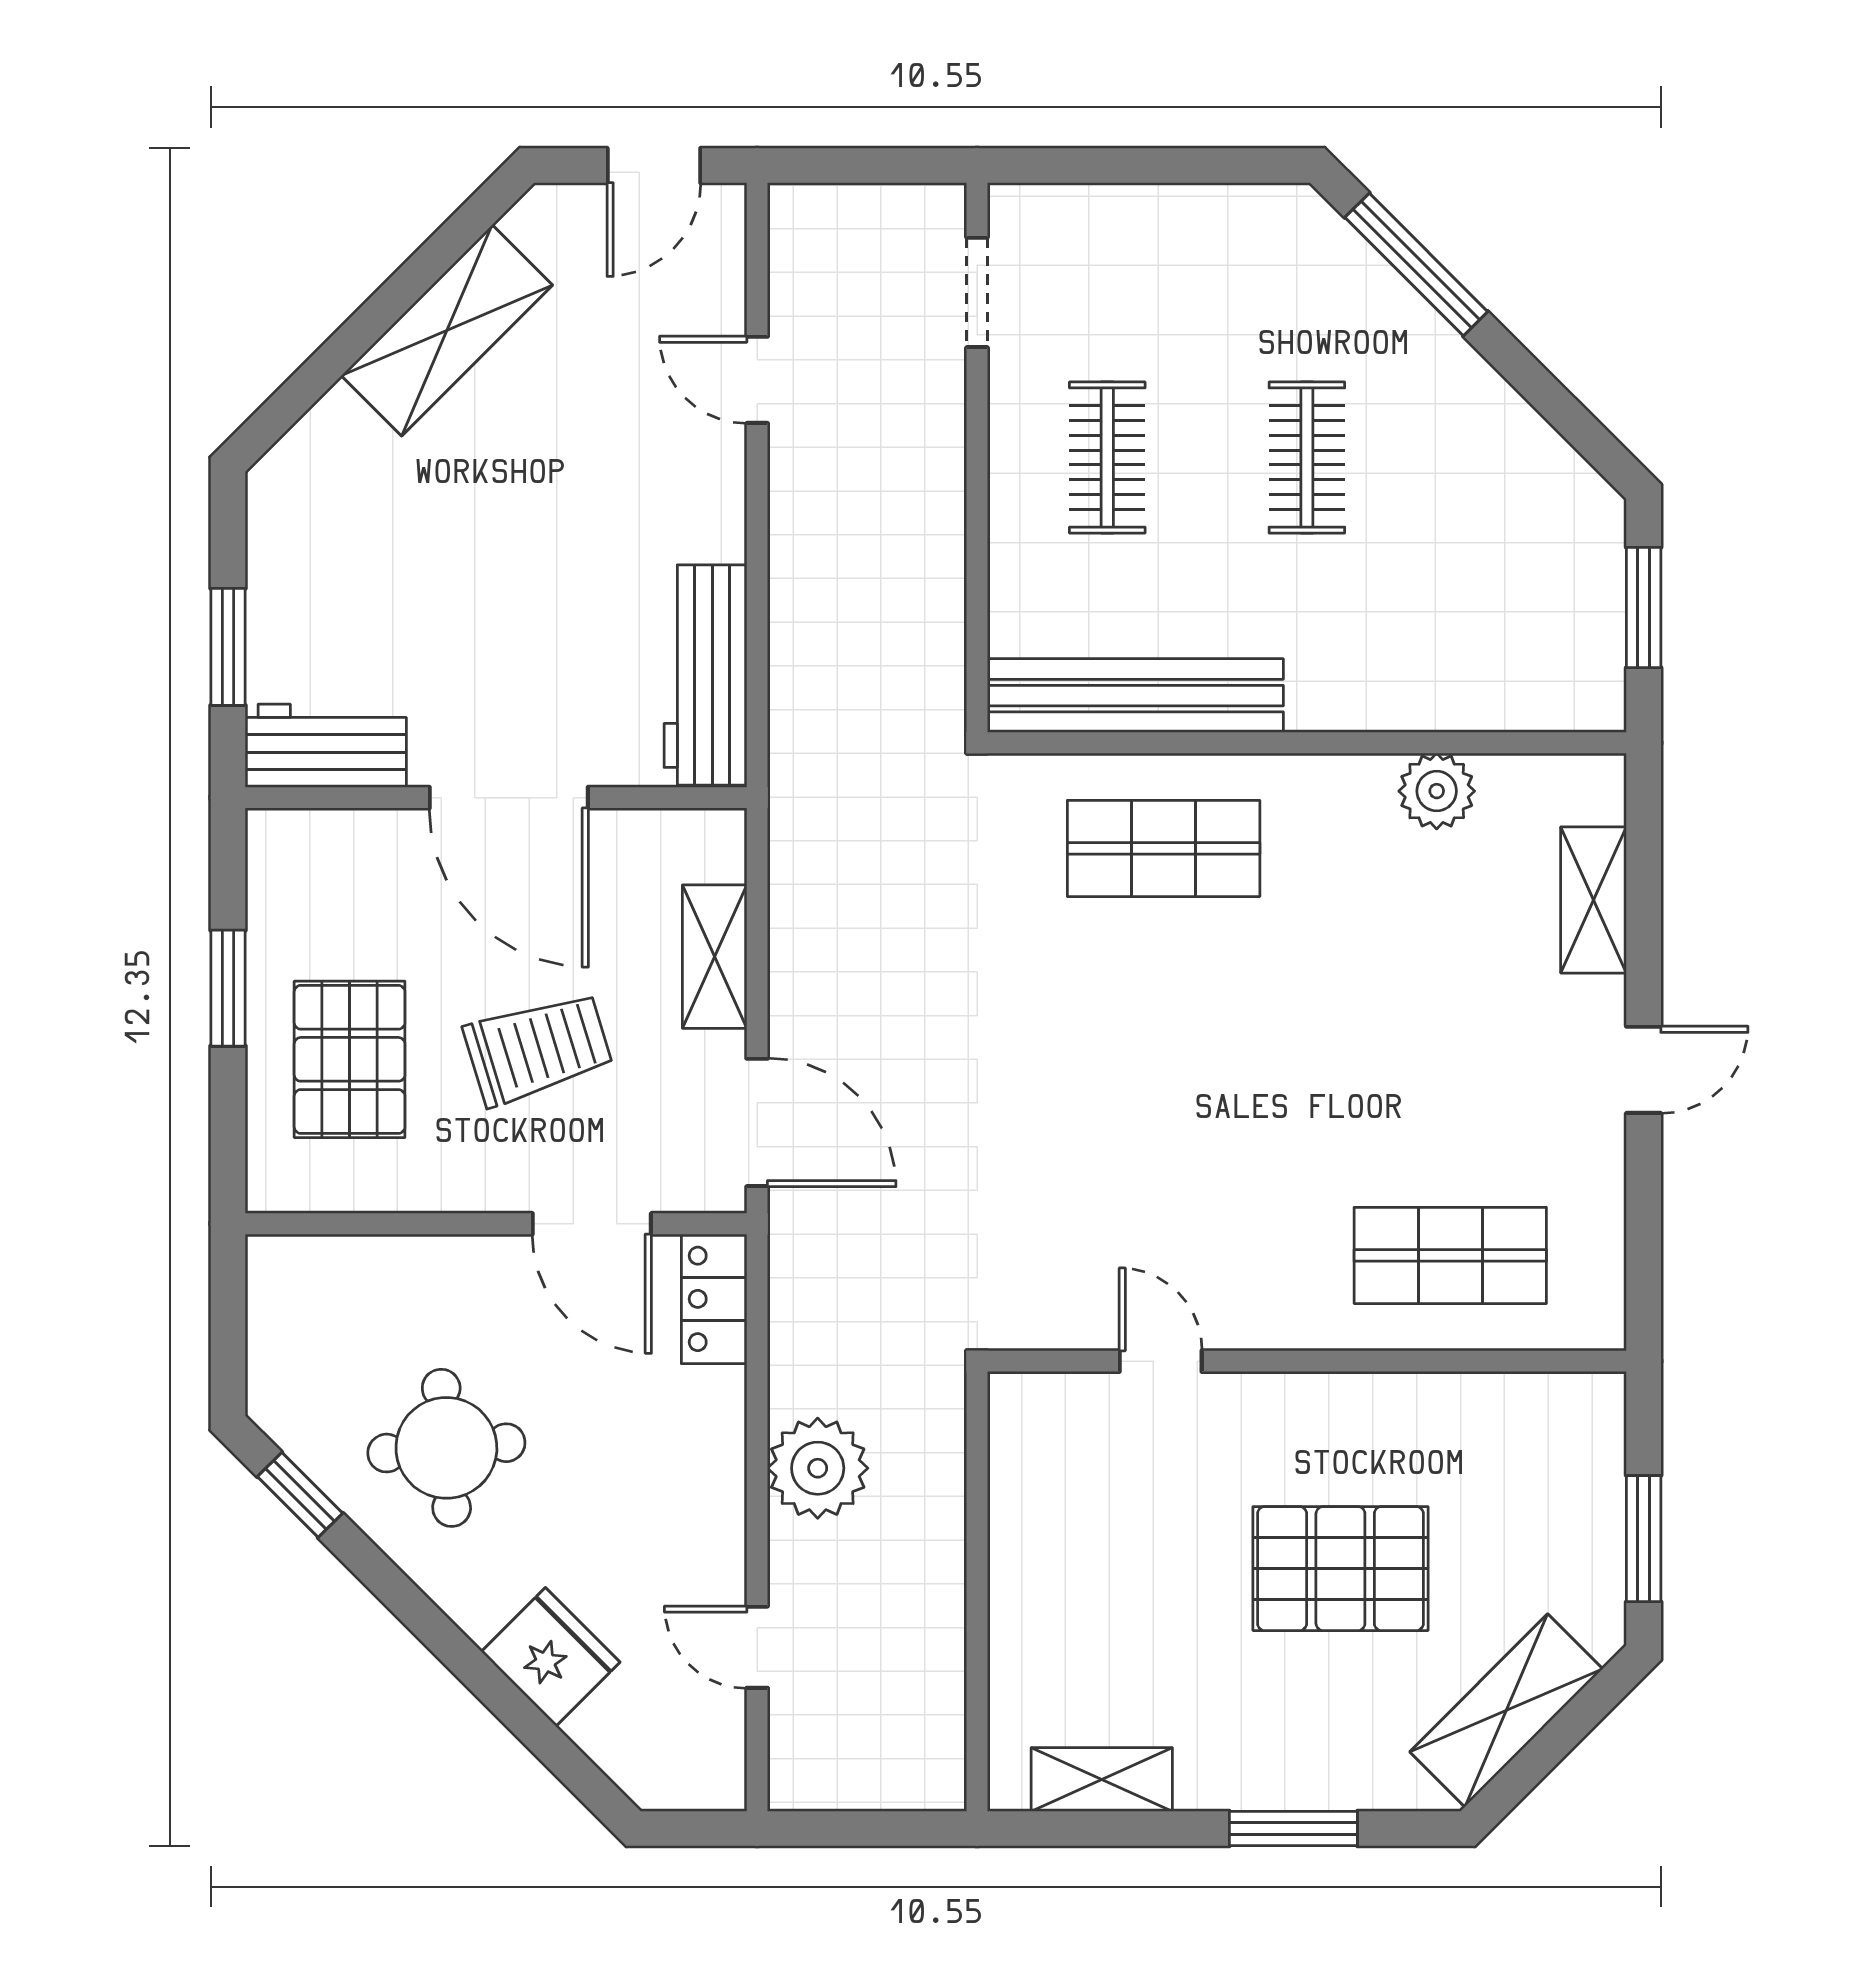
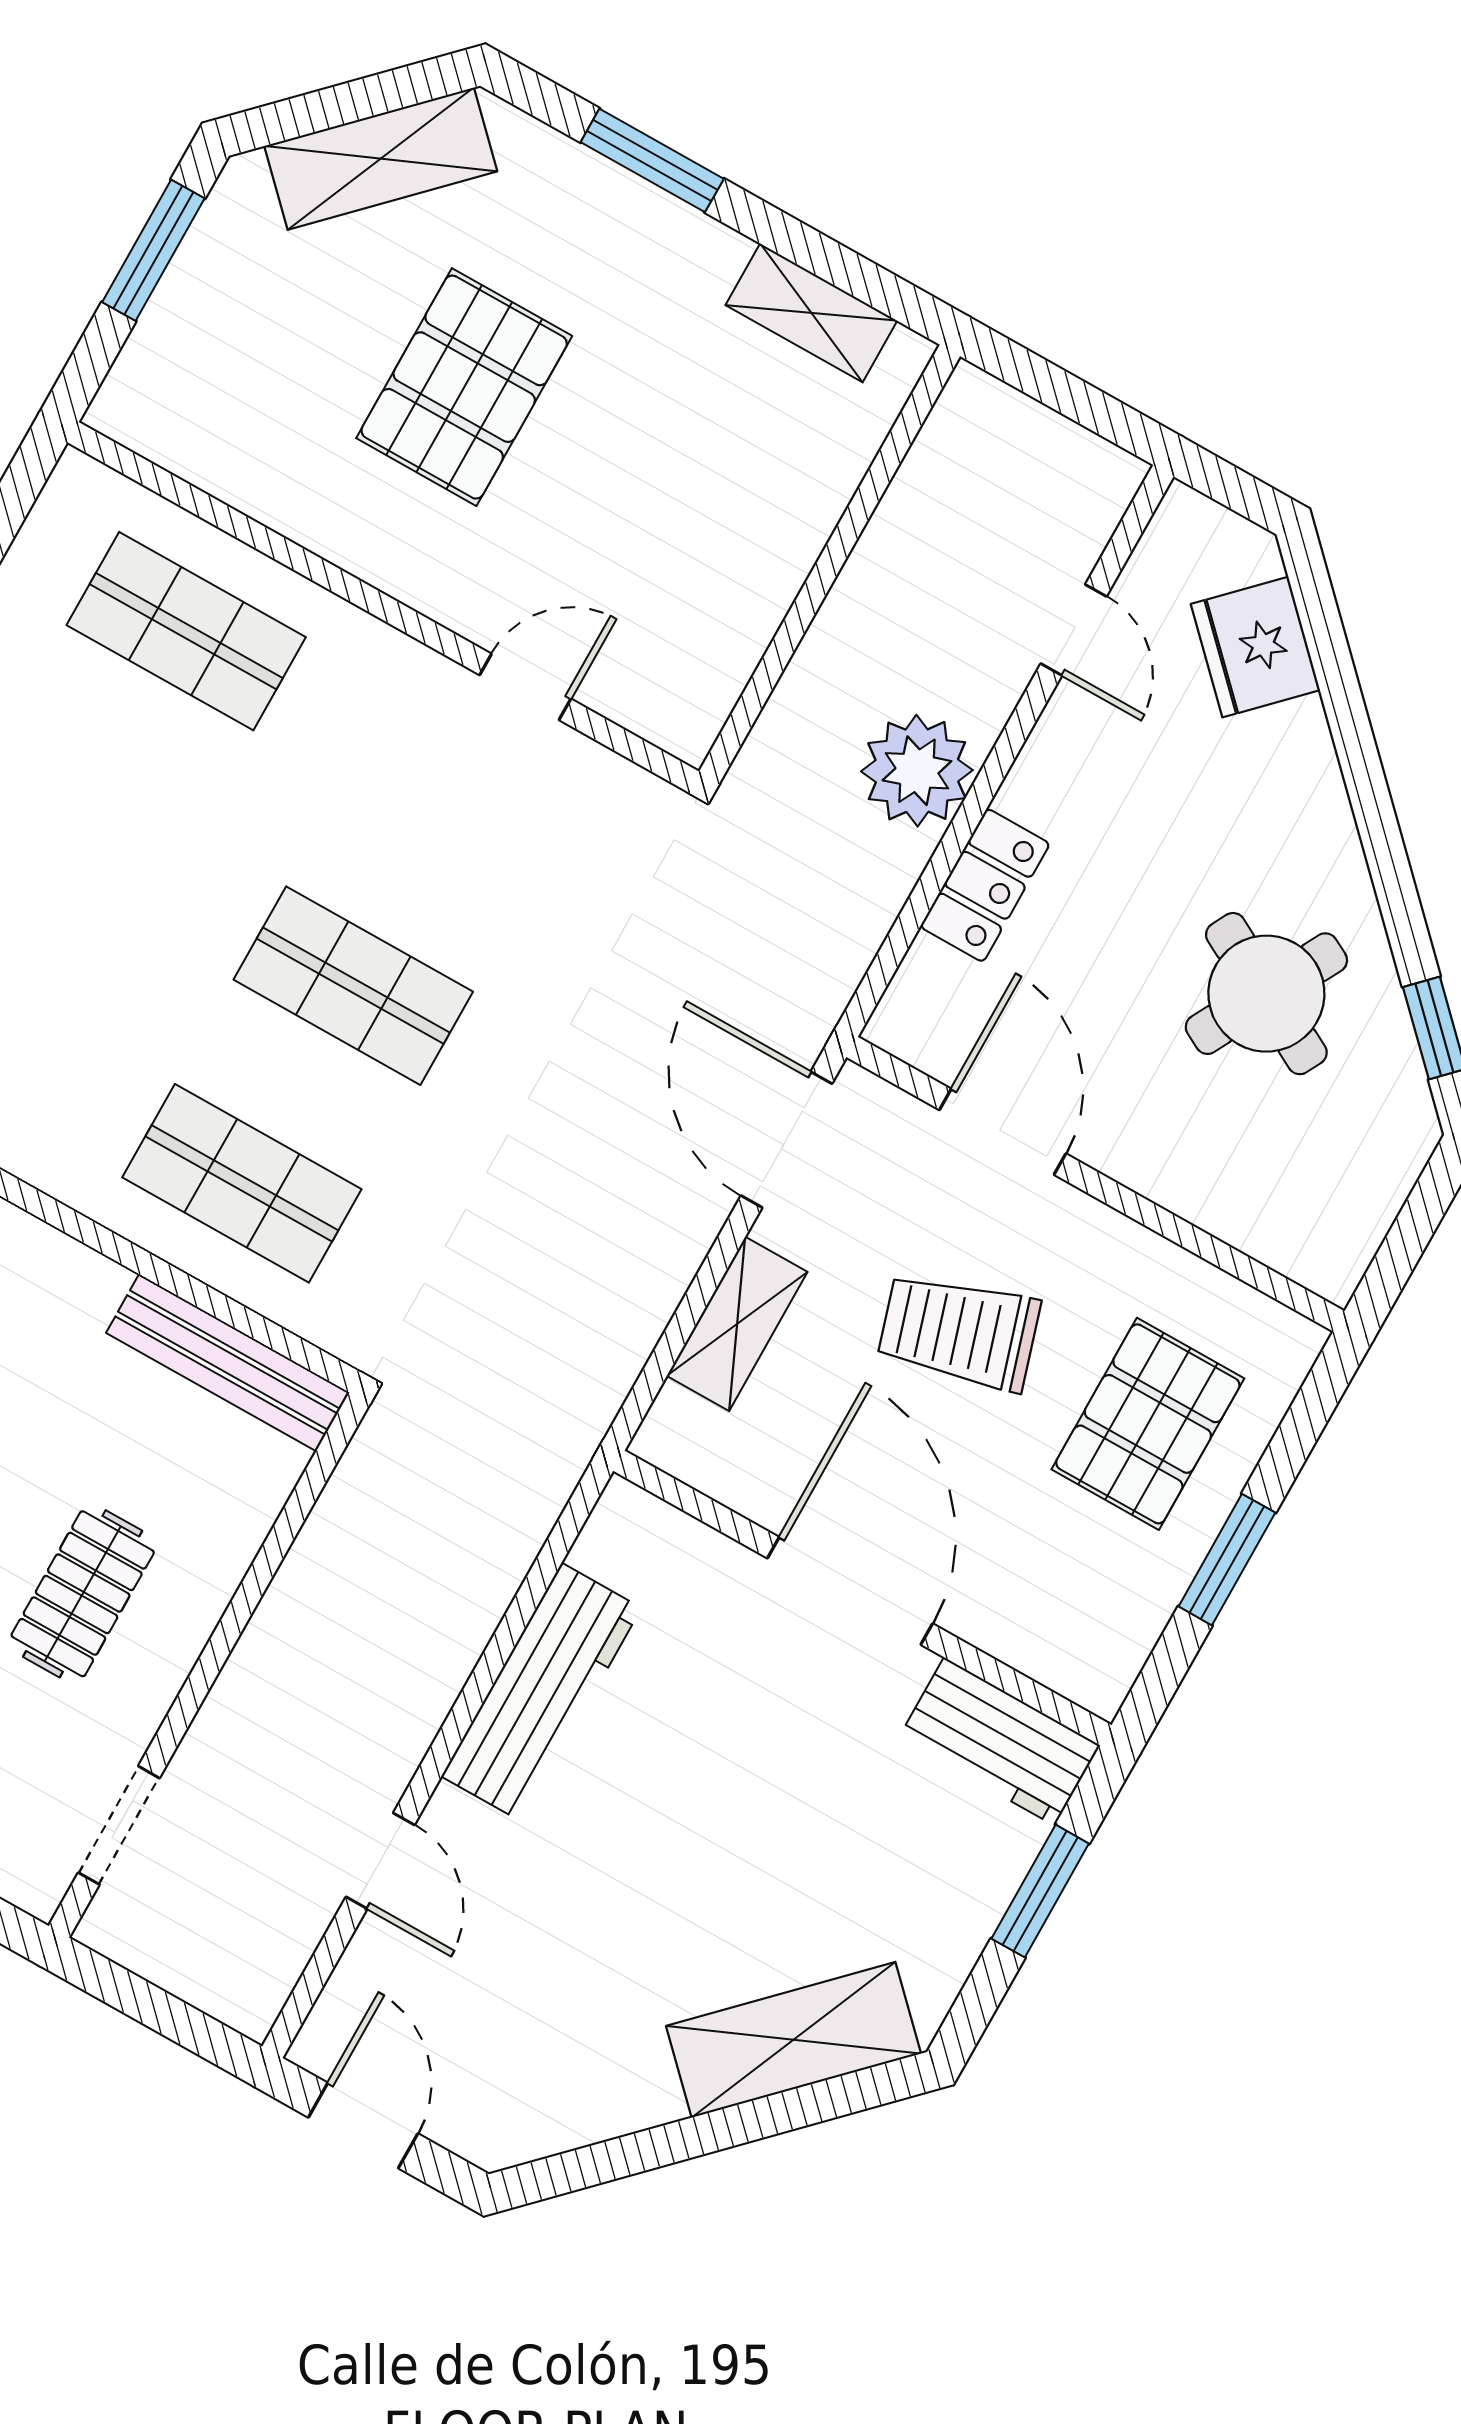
door: (654, 165) -> (363, 2125), hinge flipped
shelving: (447, 330) -> (794, 2040), moved
workbench: (705, 675) -> (541, 1692), moved
bench: (1135, 696) -> (228, 1363), width x0.73, depth x0.82
shop shelf: (1164, 1052) -> (353, 986), added
locker: (714, 1299) -> (985, 885), moved
door: (1161, 1361) -> (525, 687), swing flipped
round table: (446, 1448) -> (1266, 994), turned 33
pallet: (1340, 1569) -> (464, 387), turned 90
fridge: (551, 1657) -> (1255, 647), moved

